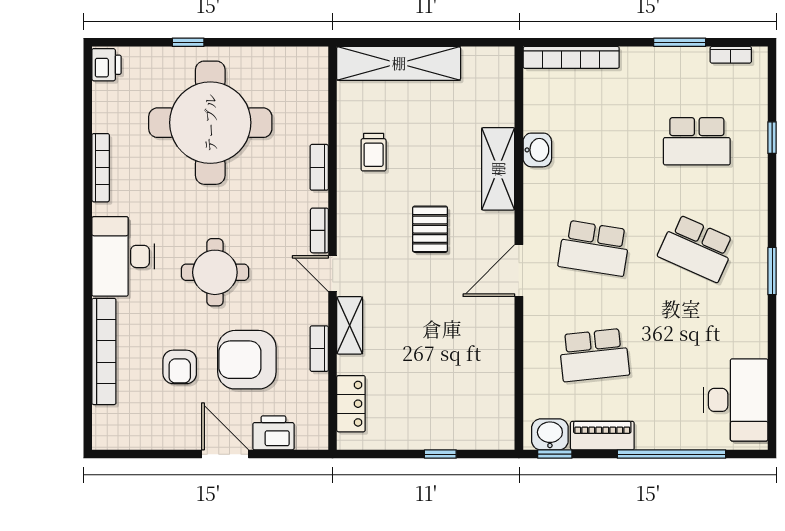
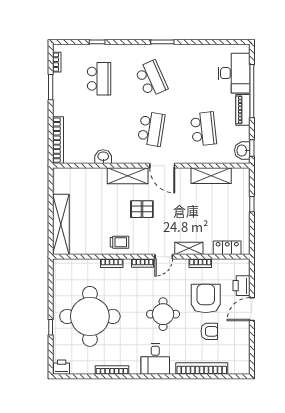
trolley: (374, 152) -> (119, 242), moved
shelving: (498, 169) -> (128, 176), moved
school desk: (697, 248) -> (151, 79), turned -48
desk: (123, 256) -> (155, 359), width x0.73
armchair: (247, 360) -> (206, 299), turned 180
shelving: (498, 371) -> (211, 176), added
desk: (736, 400) -> (234, 73), moved, turned 90
piano: (602, 436) -> (243, 110), moved

